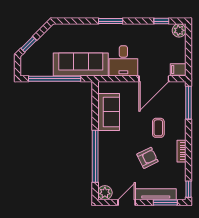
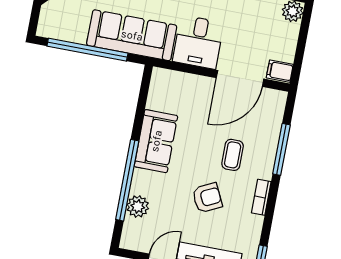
window: (188, 103) -> (281, 149), moved
sofa: (109, 112) -> (156, 141), moved
plant: (105, 193) -> (138, 206), moved

